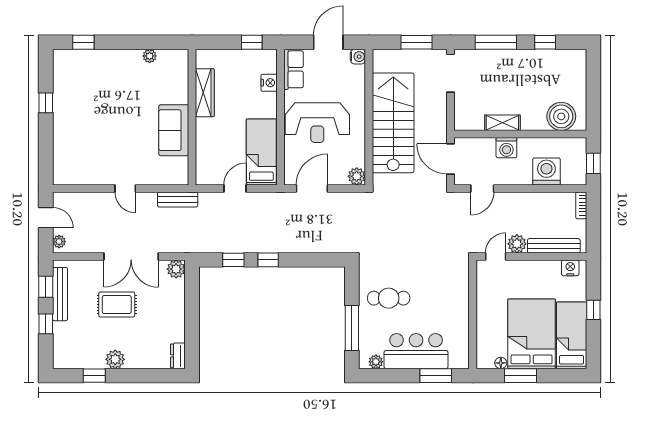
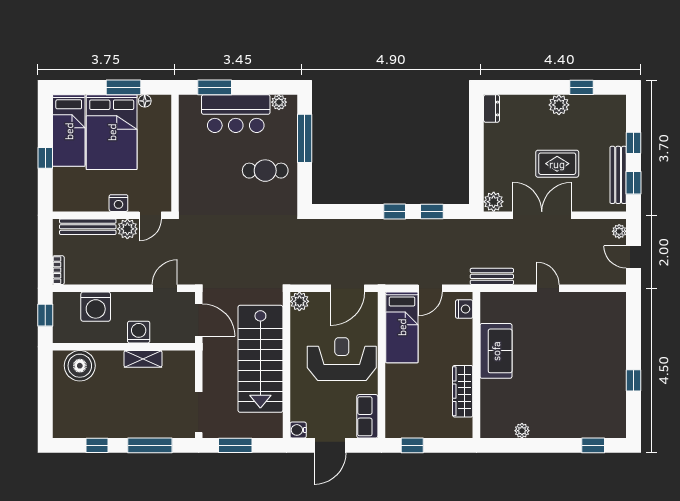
nightstand: (269, 83) -> (464, 309), moved, turned 180
nightstand: (570, 268) -> (118, 203), moved

